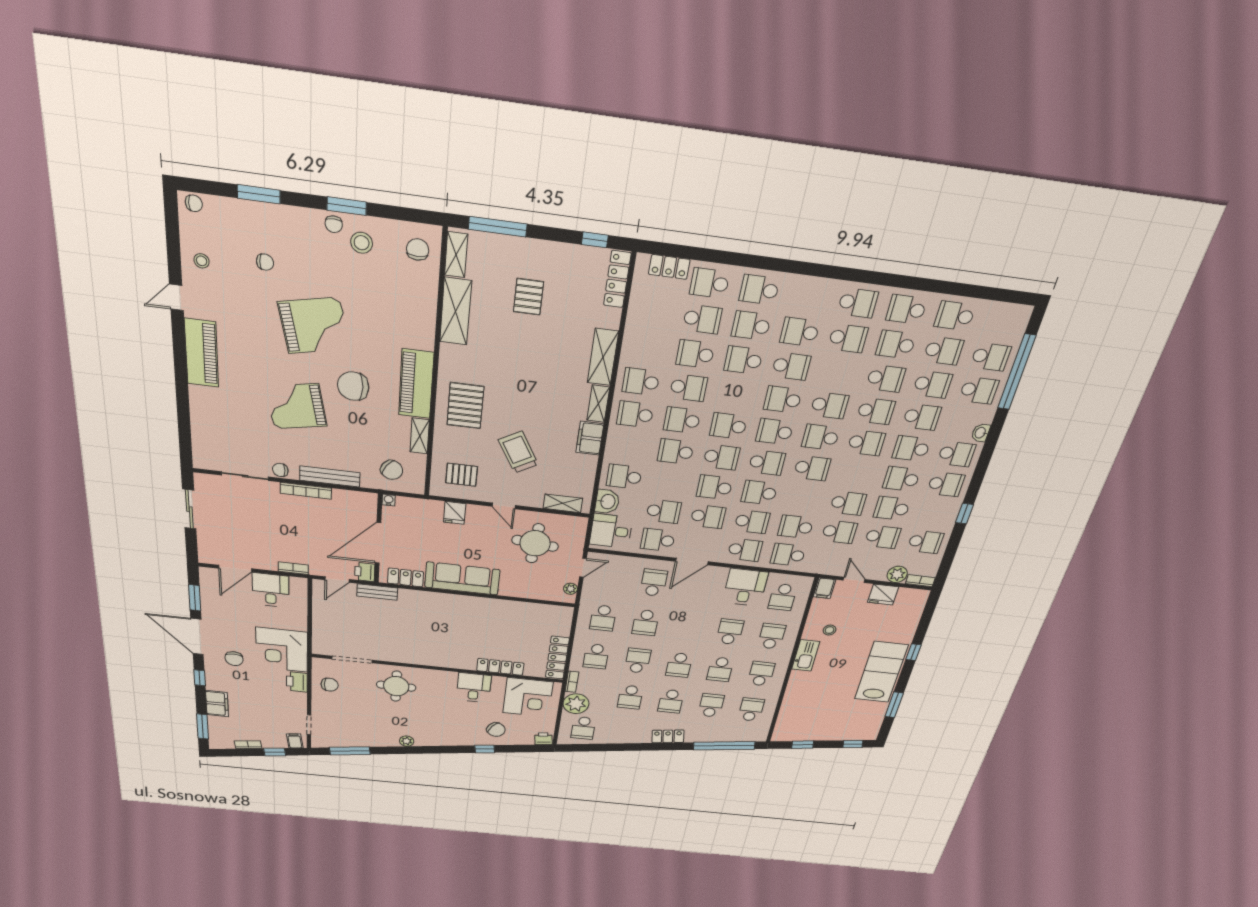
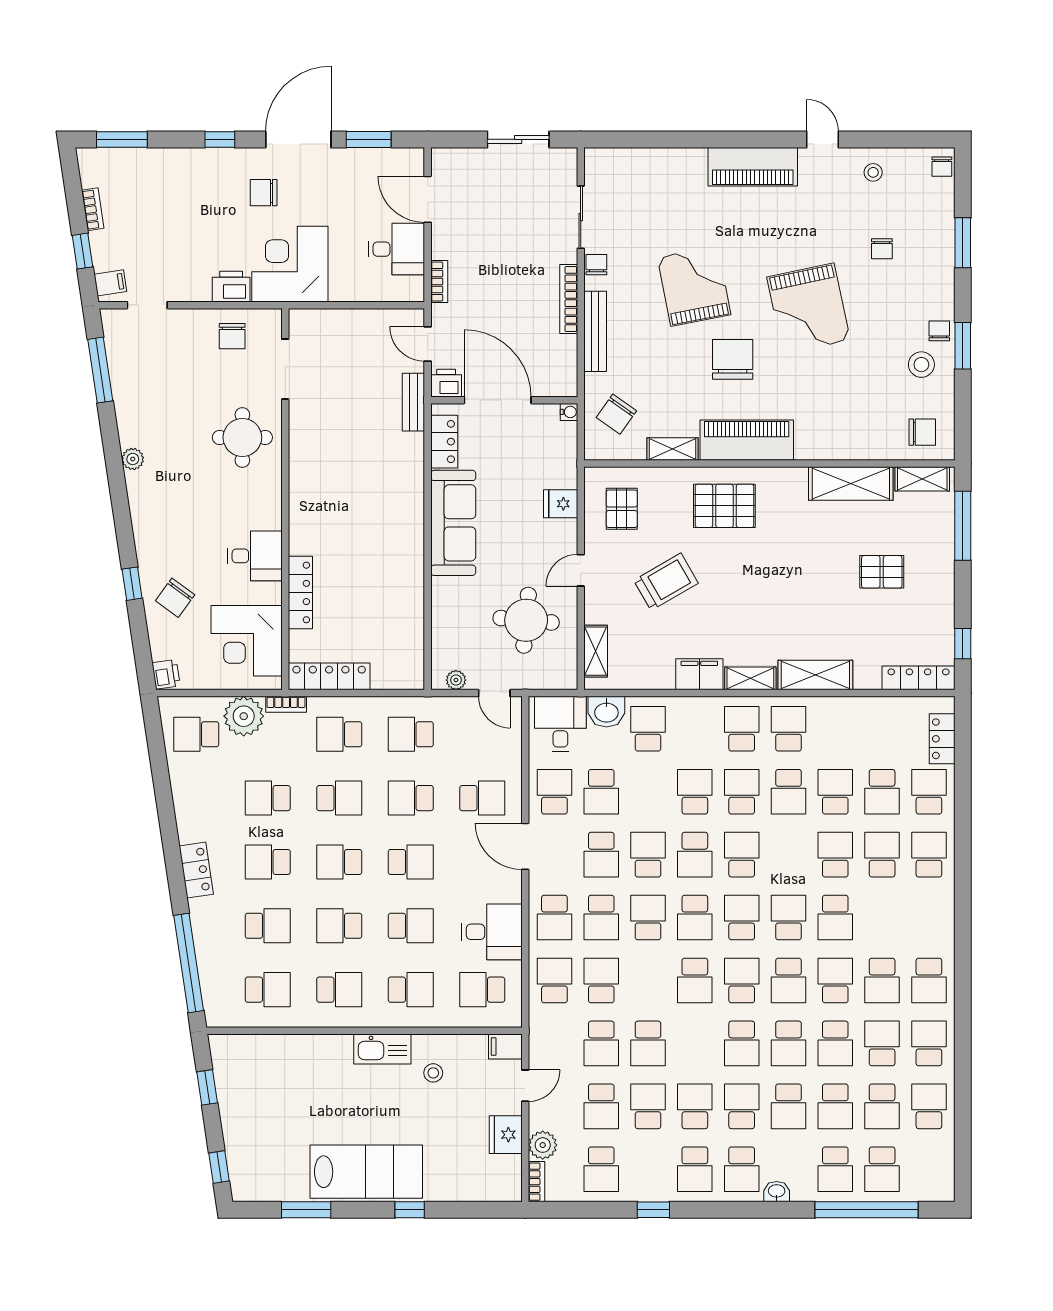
chair: (334, 224) -> (939, 331), turned 90
school desk: (800, 332) -> (835, 980), moved
school desk: (688, 627) -> (411, 862), added
filing cabinet: (217, 704) -> (172, 164), removed

